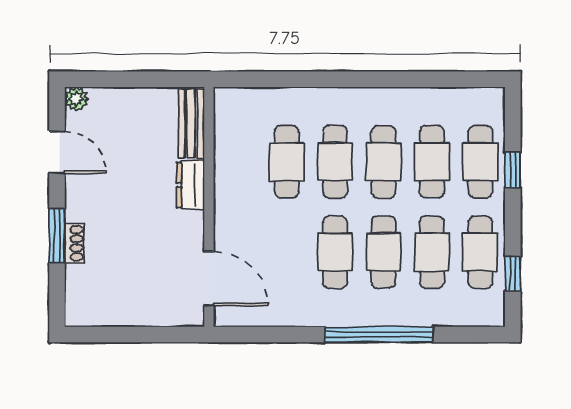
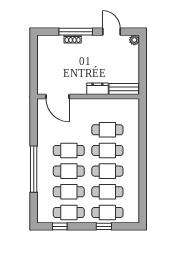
door: (57, 152) -> (111, 32), swing flipped
window: (57, 236) -> (76, 32), width x1.44
door: (209, 278) -> (58, 97), hinge flipped

